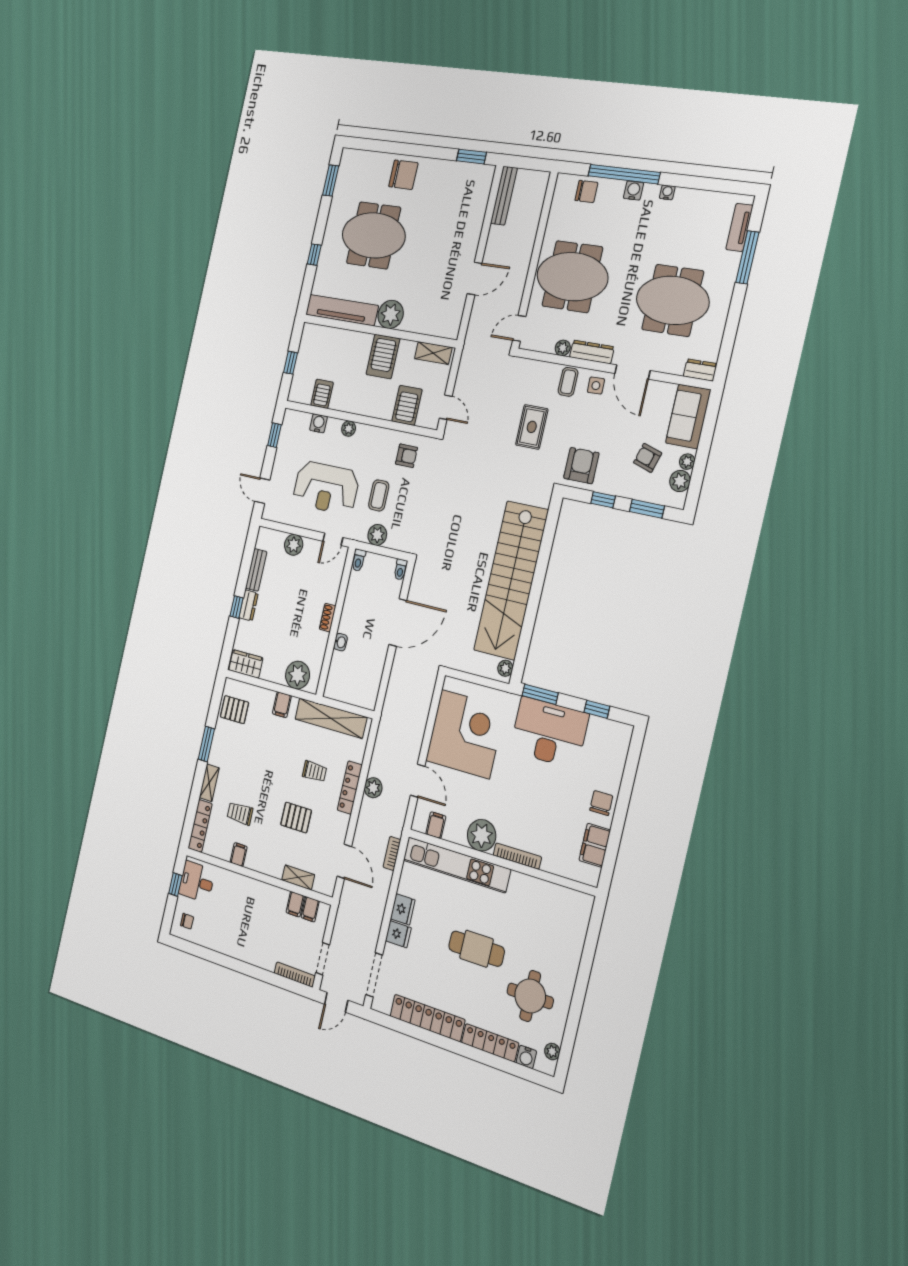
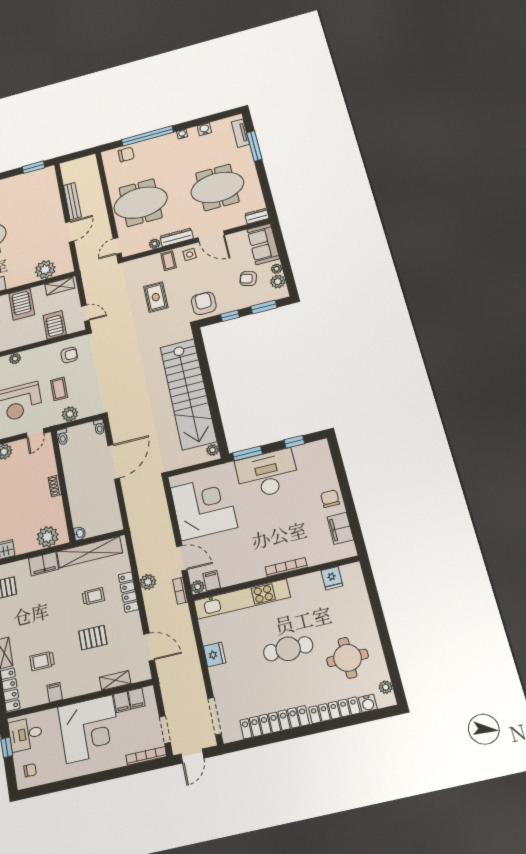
water cooler: (633, 190) -> (204, 129), moved
bench: (504, 196) -> (72, 201), moved
plant: (391, 314) -> (45, 270), moved
washbasin: (340, 642) -> (80, 533), moved
filing cabinet: (282, 705) -> (44, 564), width x2.00
plant: (482, 835) -> (198, 587), moved, width x0.53, depth x0.53
bookcase: (392, 853) -> (180, 591), moved
corner desk: (255, 913) -> (90, 729), added
fridge: (398, 934) -> (332, 578), moved, turned 90

